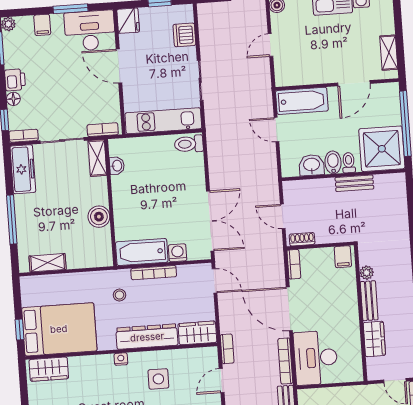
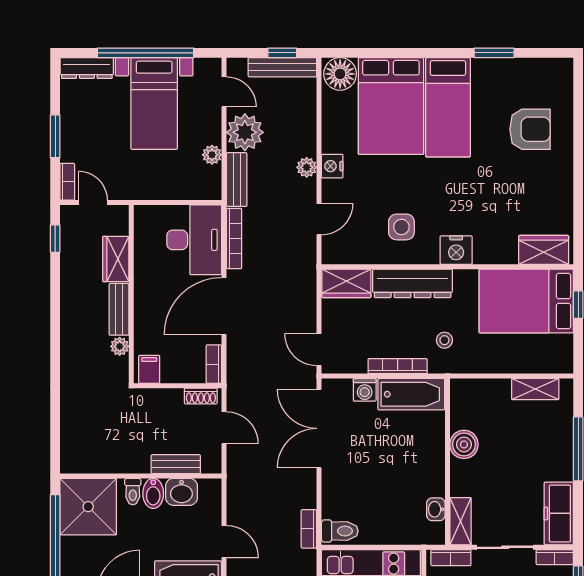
bench: (354, 183) -> (176, 464), moved
door: (289, 309) -> (224, 306), swing flipped
bookcase: (227, 349) -> (309, 529), moved
nightstand: (121, 359) -> (456, 250), width x1.89, depth x1.79

